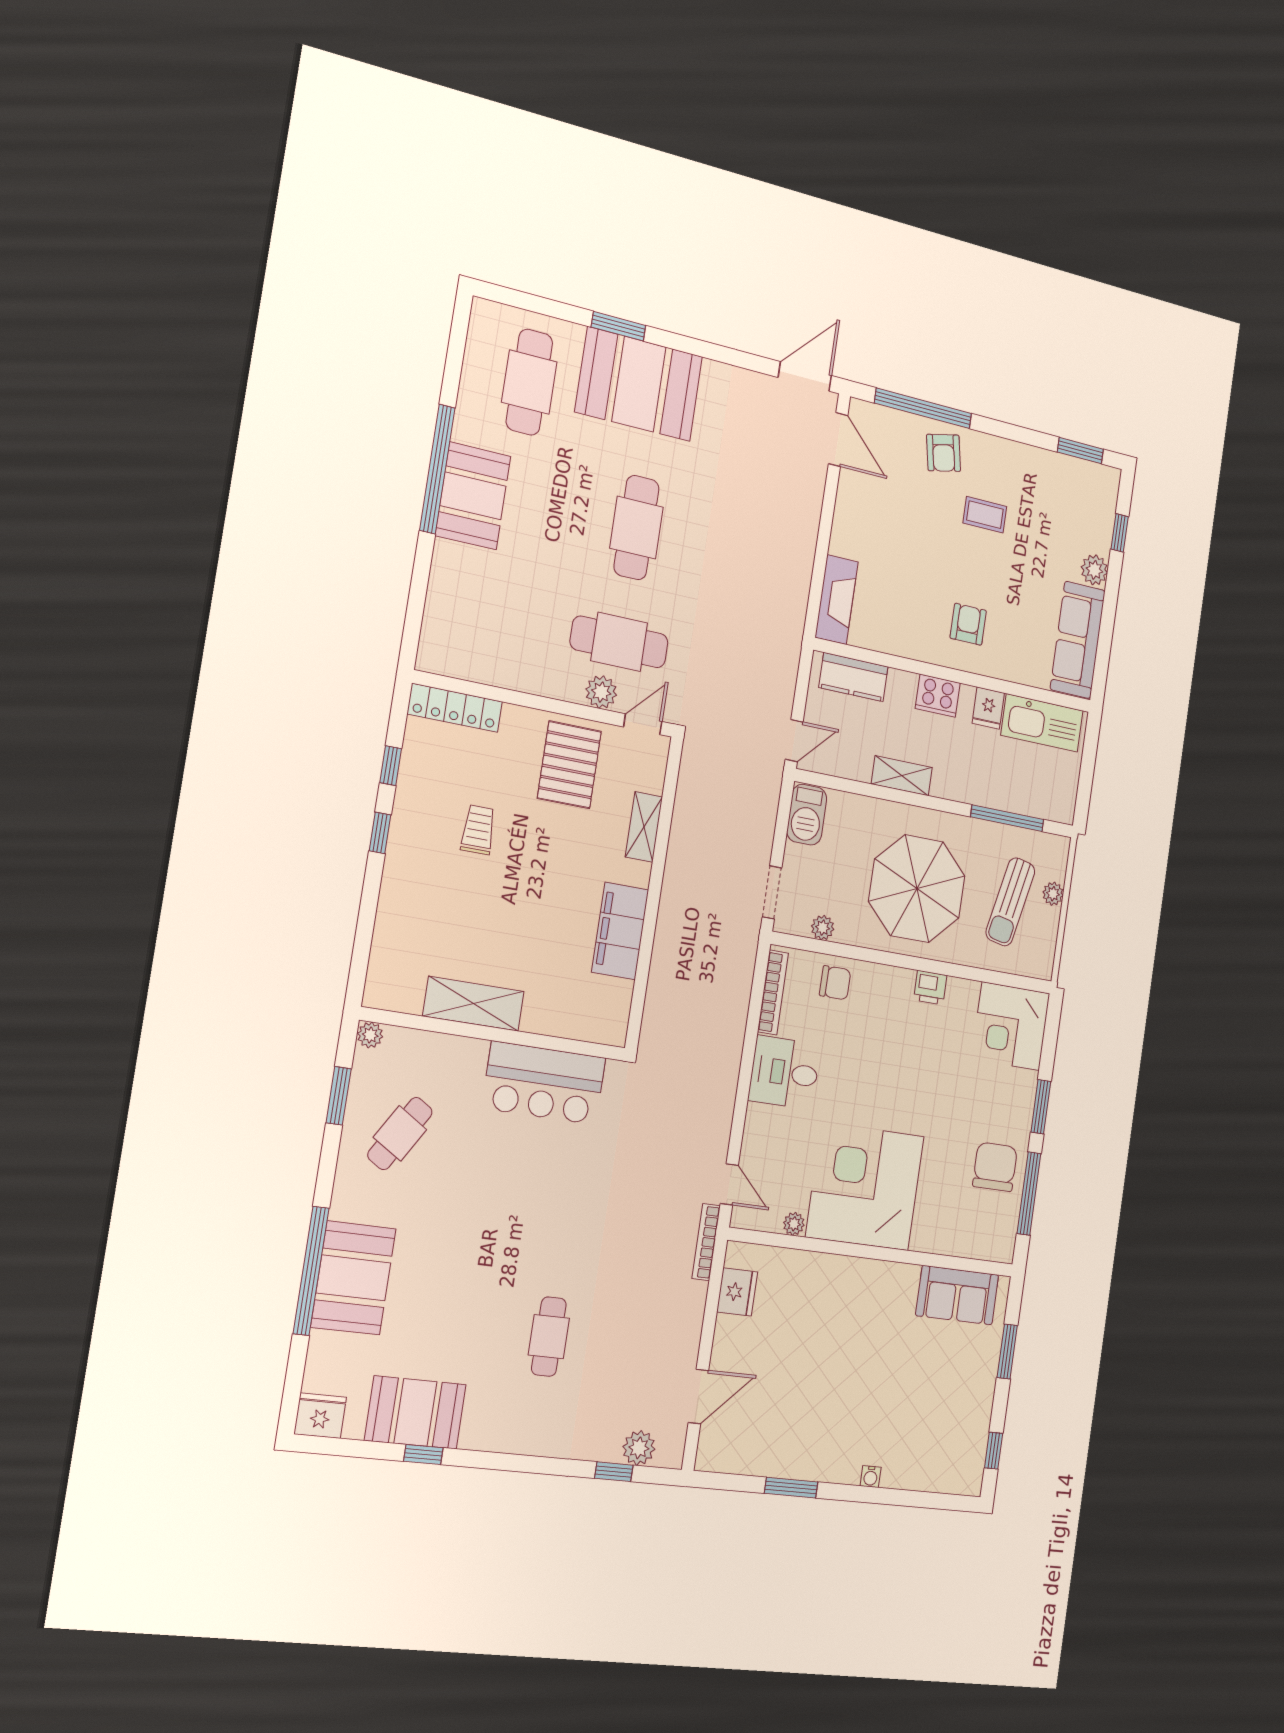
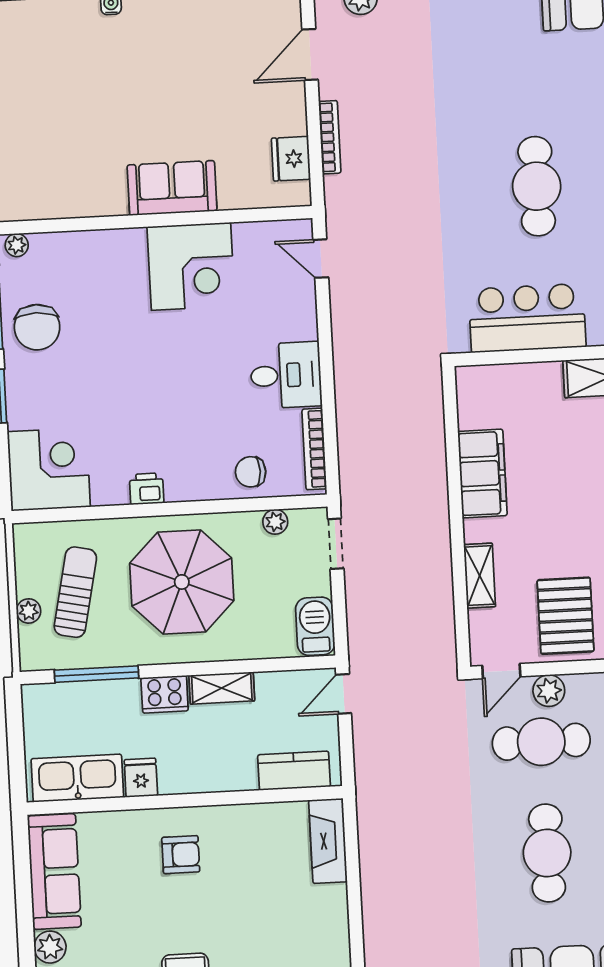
armchair: (968, 624) -> (181, 855), turned -90
cooker: (938, 696) -> (165, 694), moved, turned 180
corner desk: (865, 1186) -> (191, 266), width x0.74, depth x0.74
plant: (794, 1224) -> (17, 245), moved
bookcase: (706, 1242) -> (330, 137), moved
sofa: (957, 1295) -> (172, 188), moved
cafe table: (549, 1337) -> (537, 186), moved, width x1.37, depth x1.35

